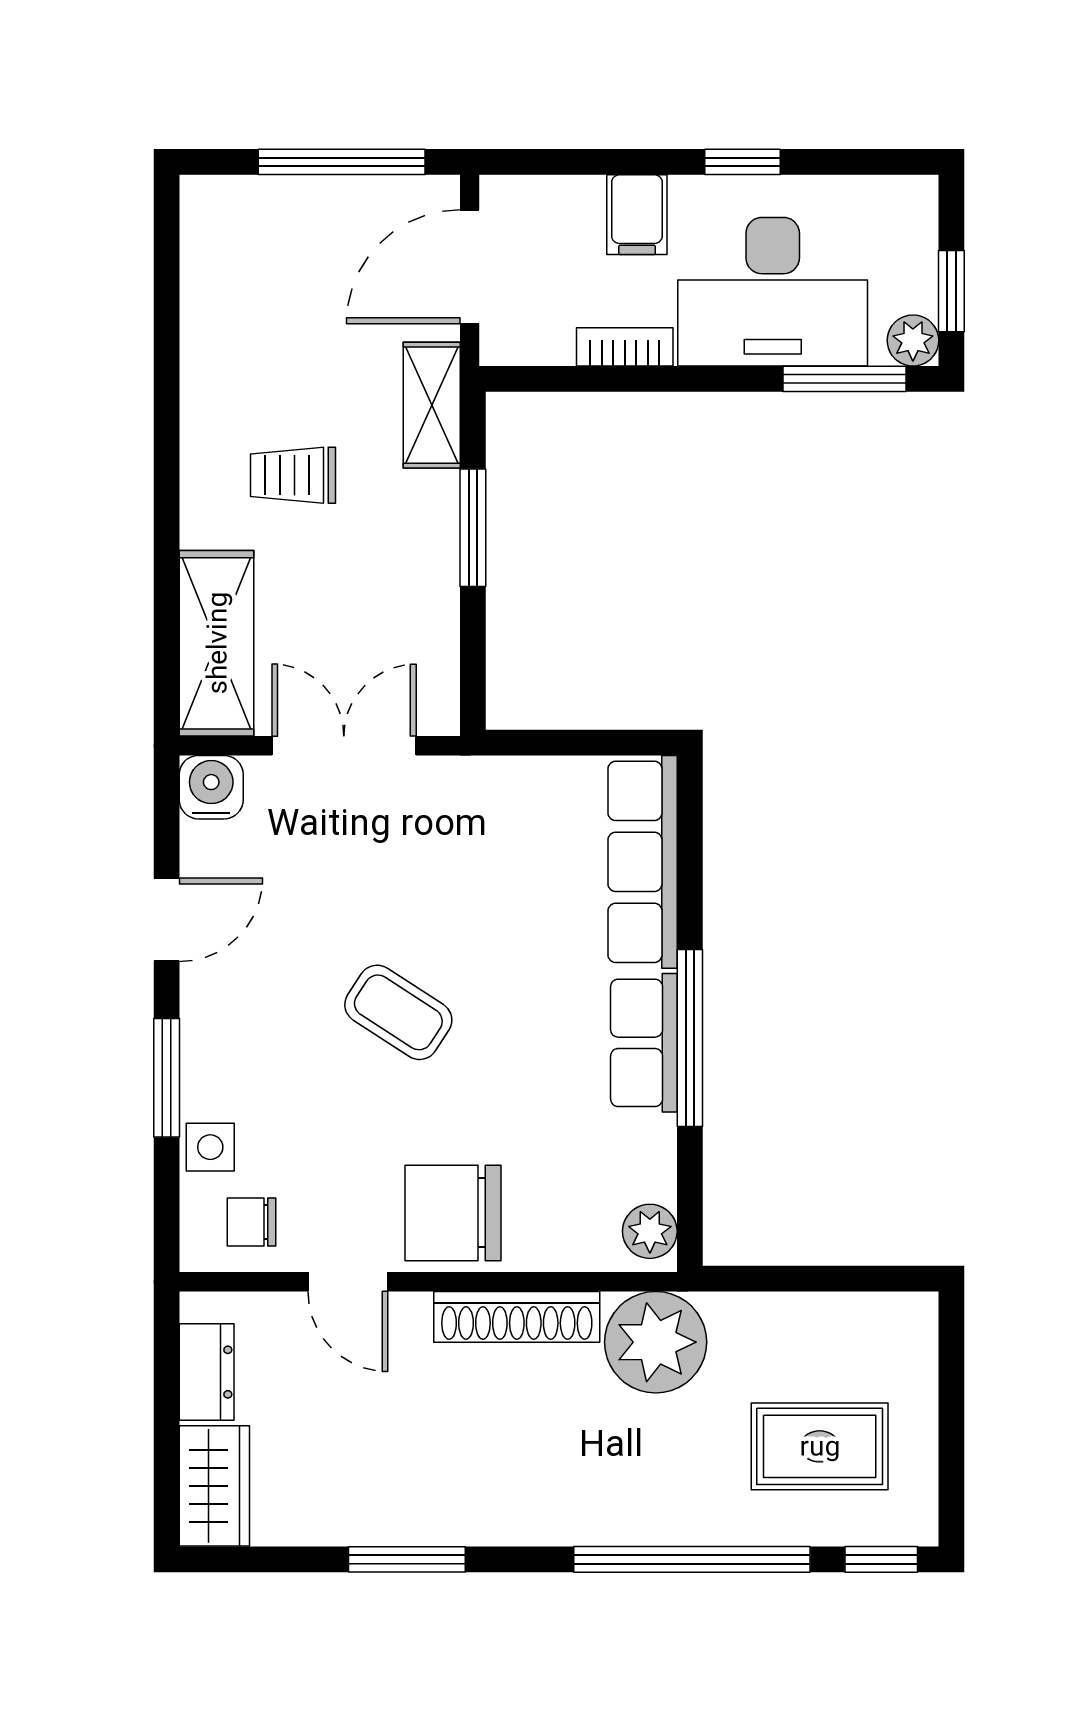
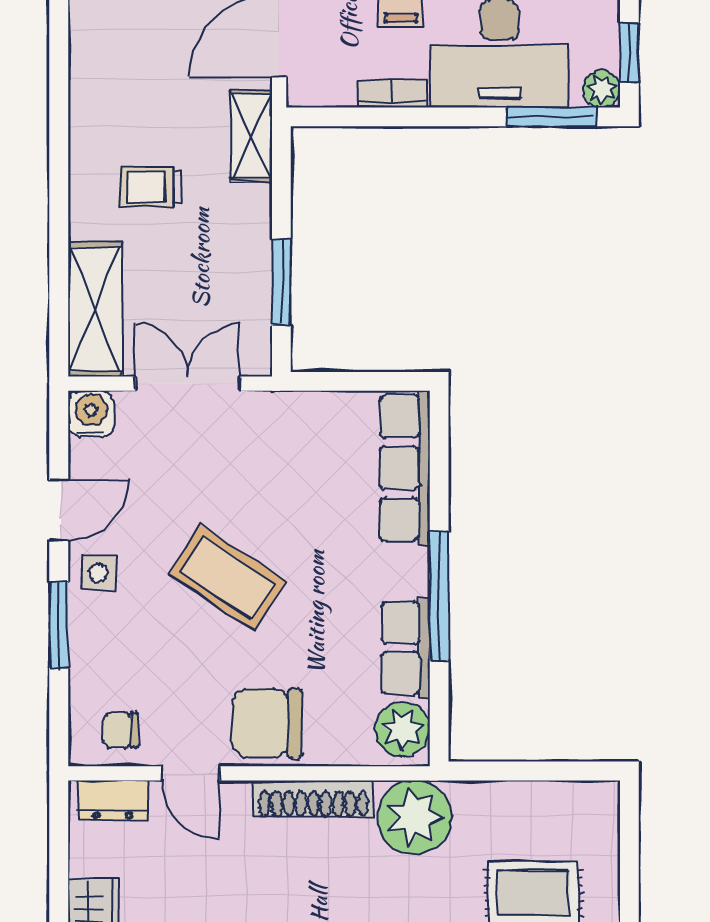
window: (473, 528) -> (281, 282), moved
coffee table: (398, 1012) -> (227, 577), width x1.36, depth x1.30
row of seats: (644, 1043) -> (406, 648), moved
side table: (210, 1147) -> (99, 573), moved
plant: (650, 1231) -> (403, 729), width x1.38, depth x1.38
dresser: (207, 1372) -> (113, 800), moved, turned 90

